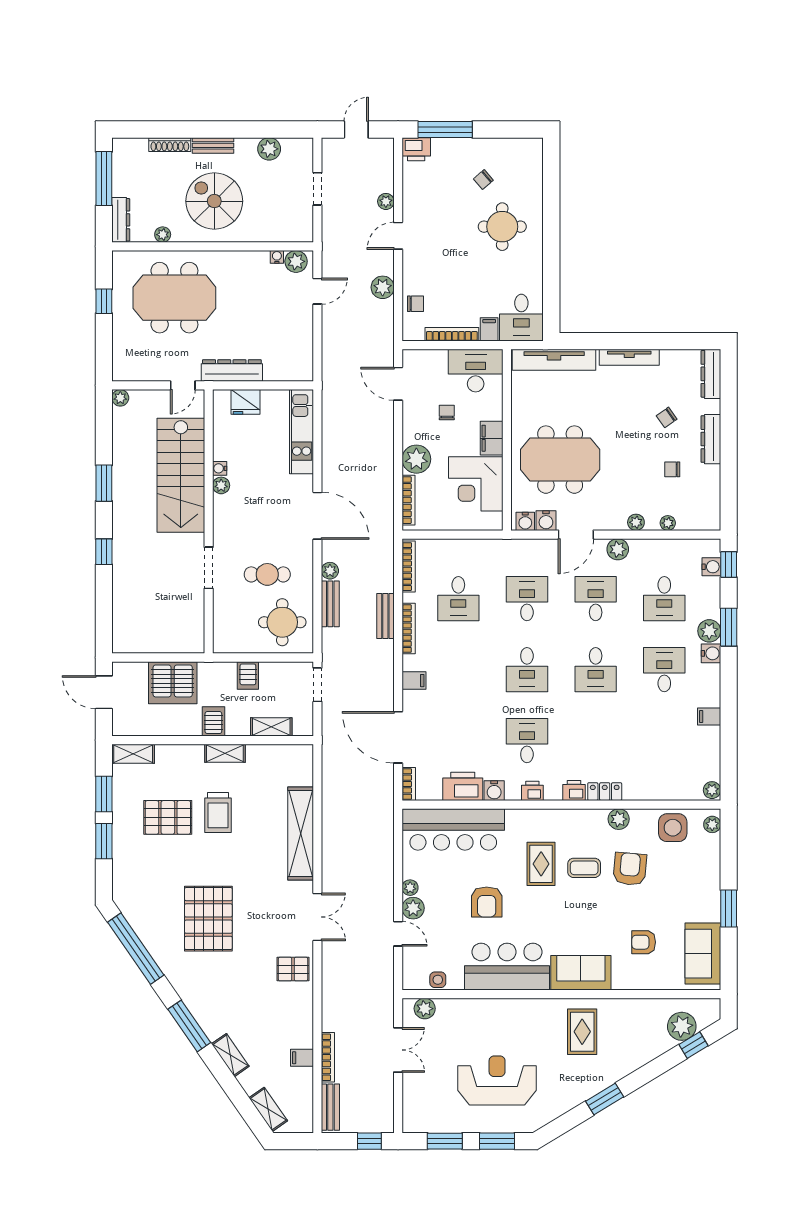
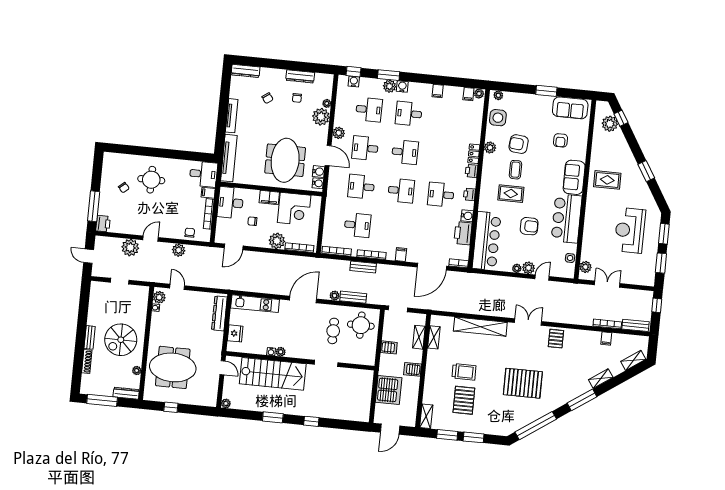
plant: (269, 149) -> (95, 306), removed
plant: (386, 201) -> (130, 248), width x1.88, depth x1.88
door: (398, 236) -> (151, 239), swing flipped
meeting table: (174, 298) -> (173, 367), turned 90
dresser: (232, 371) -> (219, 313), moved
dresser: (711, 439) -> (300, 76), moved
plant: (636, 522) -> (321, 117), width x1.88, depth x1.88
shelving: (225, 753) -> (434, 337), moved
filing cabinet: (709, 771) -> (468, 94), added

